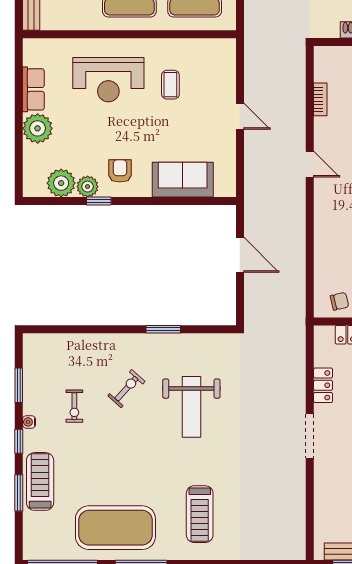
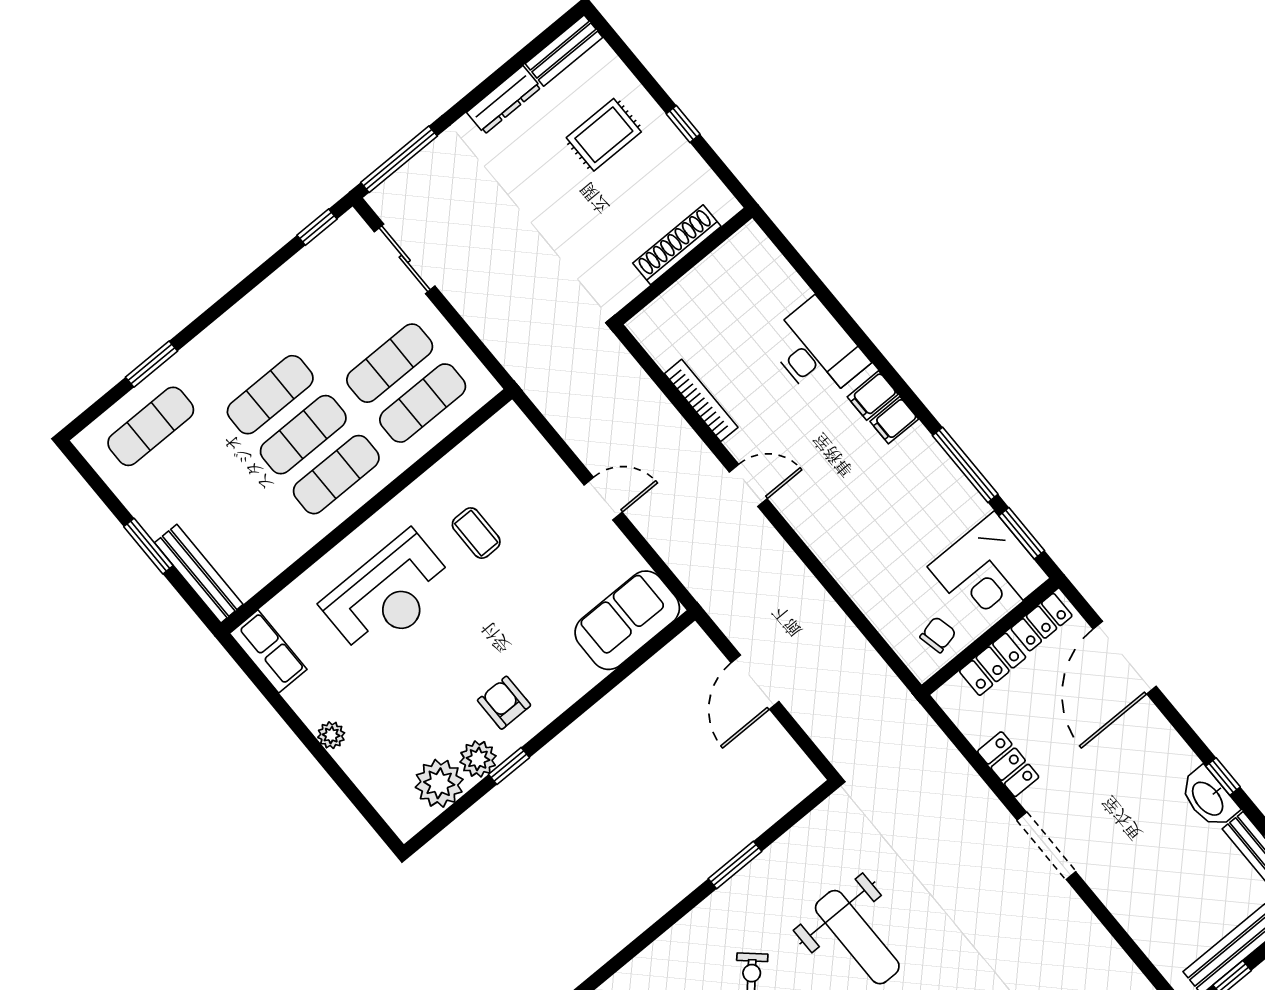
row of seats: (33, 89) -> (268, 651), moved
bookcase: (320, 99) -> (701, 400), width x1.56
plant: (38, 128) -> (331, 735), width x0.53, depth x0.53
sofa: (183, 180) -> (627, 620), moved
door: (240, 255) -> (755, 682), swing flipped

